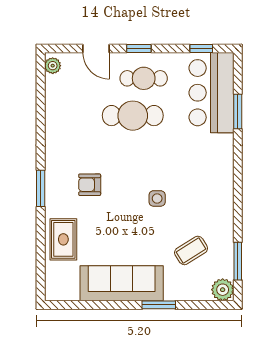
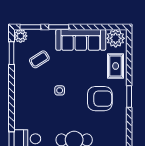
armchair: (90, 185) -> (100, 99), width x1.88, depth x1.88
plant: (63, 286) -> (116, 38), added
window: (206, 305) -> (30, 27), added

